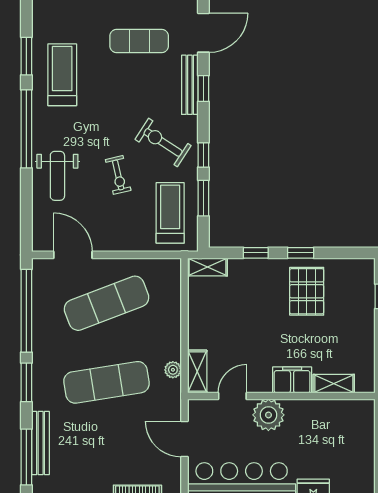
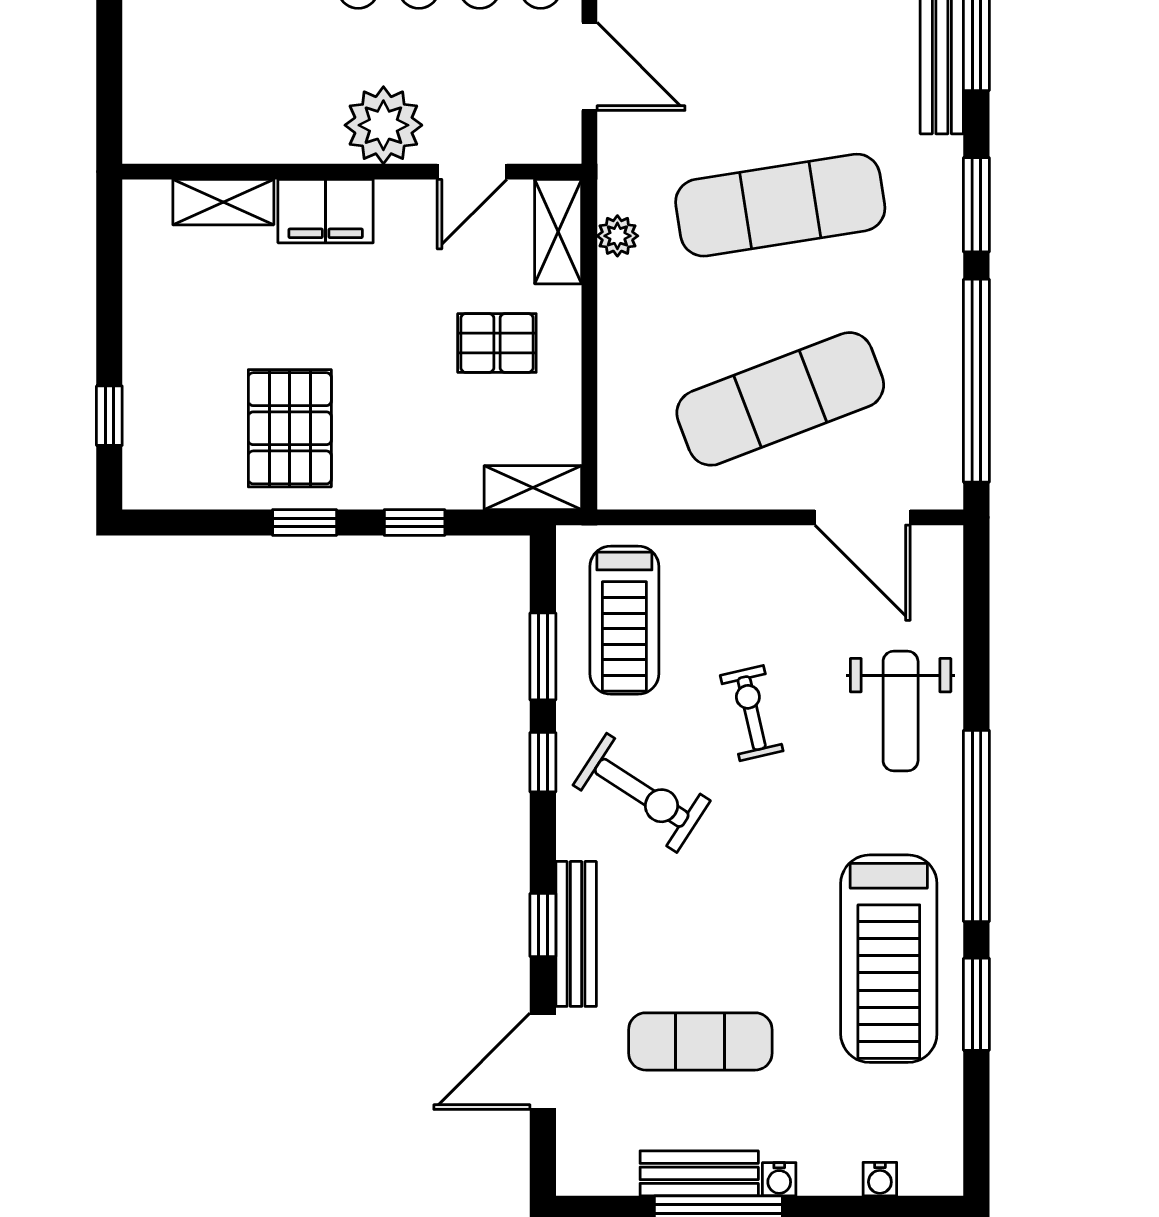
treadmill: (62, 75) -> (889, 959), width x1.37, depth x1.38
weight bench: (57, 176) -> (901, 711), turned 180
pallet: (222, 326) -> (497, 343), added

